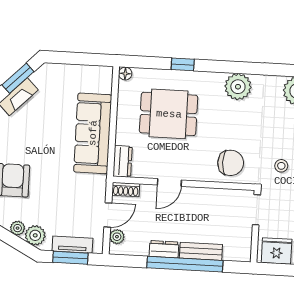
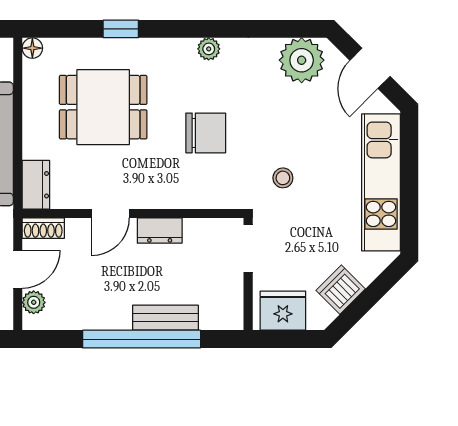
plant: (238, 87) -> (209, 49), width x0.53, depth x0.53
chair: (231, 163) -> (206, 133), moved
dresser: (164, 249) -> (160, 231), moved, turned 180

